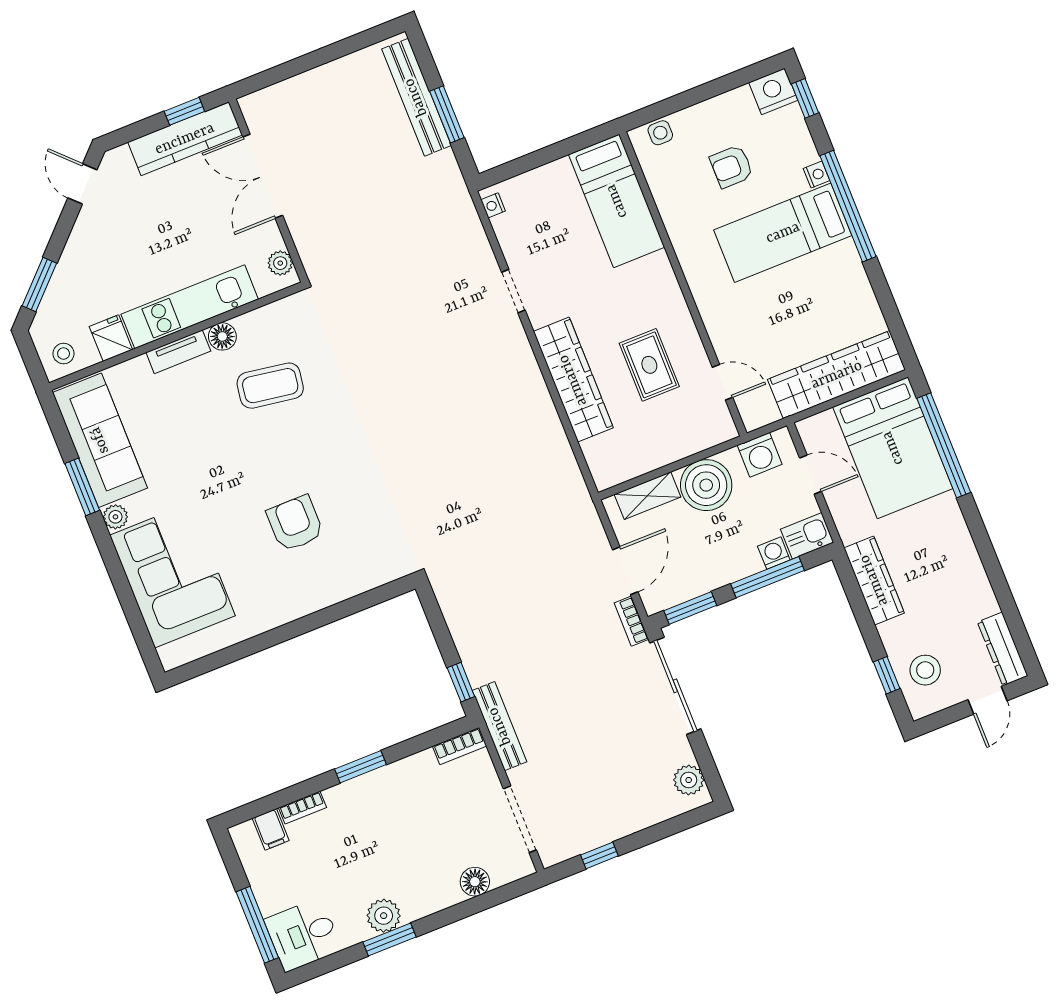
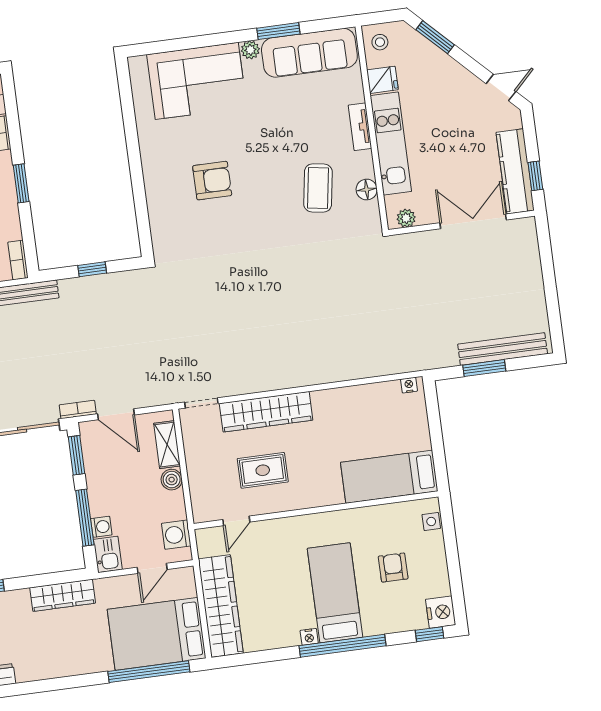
nightstand: (817, 175) -> (309, 637), moved
doorway: (513, 291) -> (201, 403), moved
floor lamp: (222, 336) -> (367, 190), moved
boiler: (706, 485) -> (172, 480), width x0.54, depth x0.54
window: (461, 682) -> (92, 269), moved

